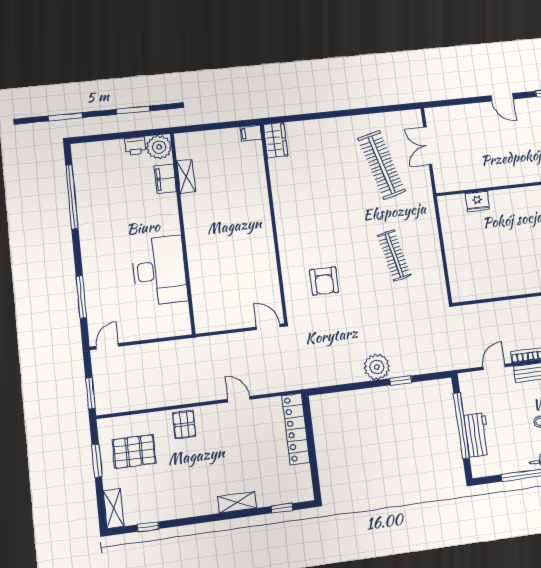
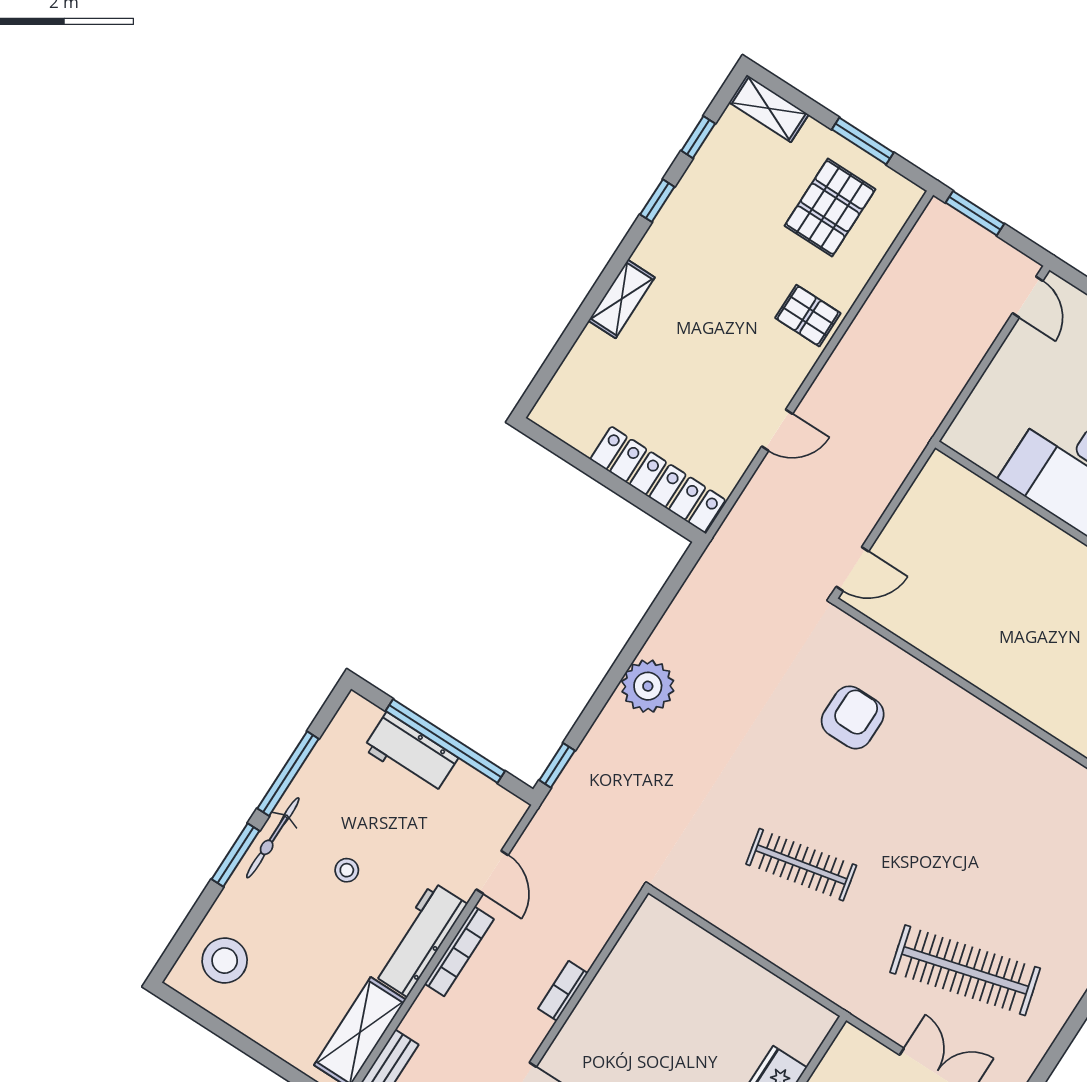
armchair: (324, 281) -> (853, 717), turned 90
bookcase: (514, 304) -> (563, 991), added
window: (401, 380) -> (557, 765), moved
window: (282, 508) -> (657, 201), moved

